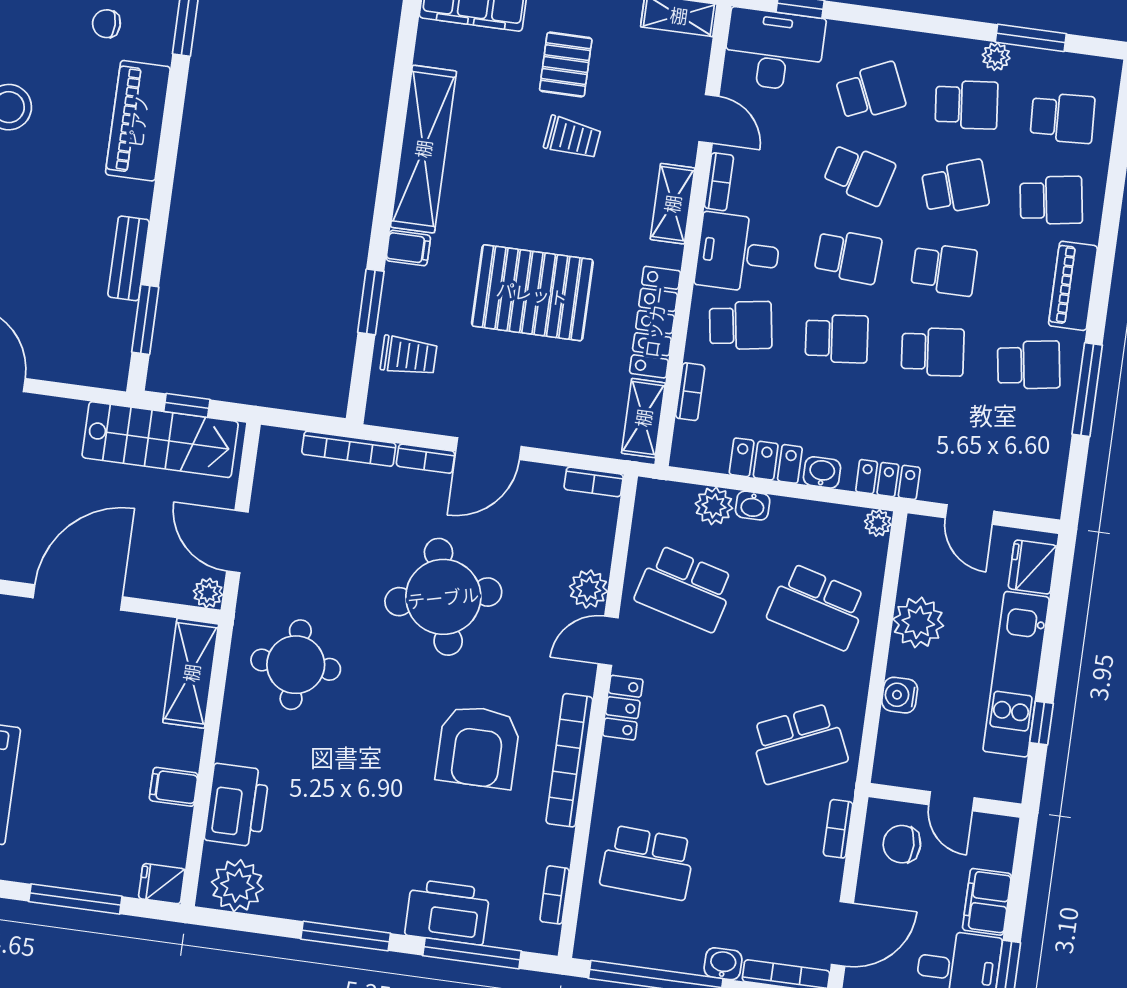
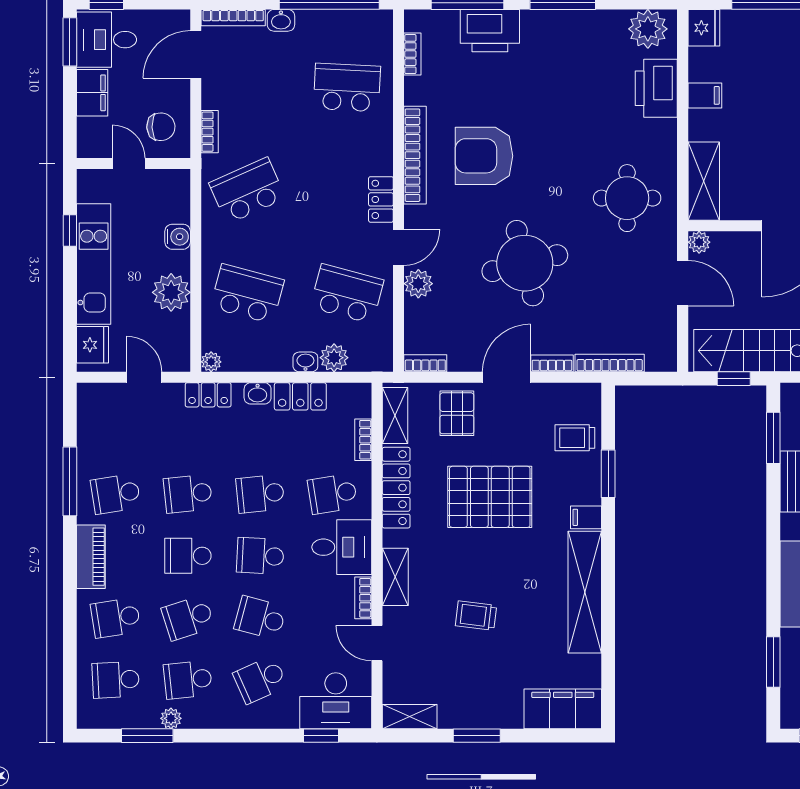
pallet: (566, 65) -> (457, 413), moved
armchair: (478, 747) -> (484, 156), turned -90
fridge: (162, 884) -> (704, 28), width x1.38

